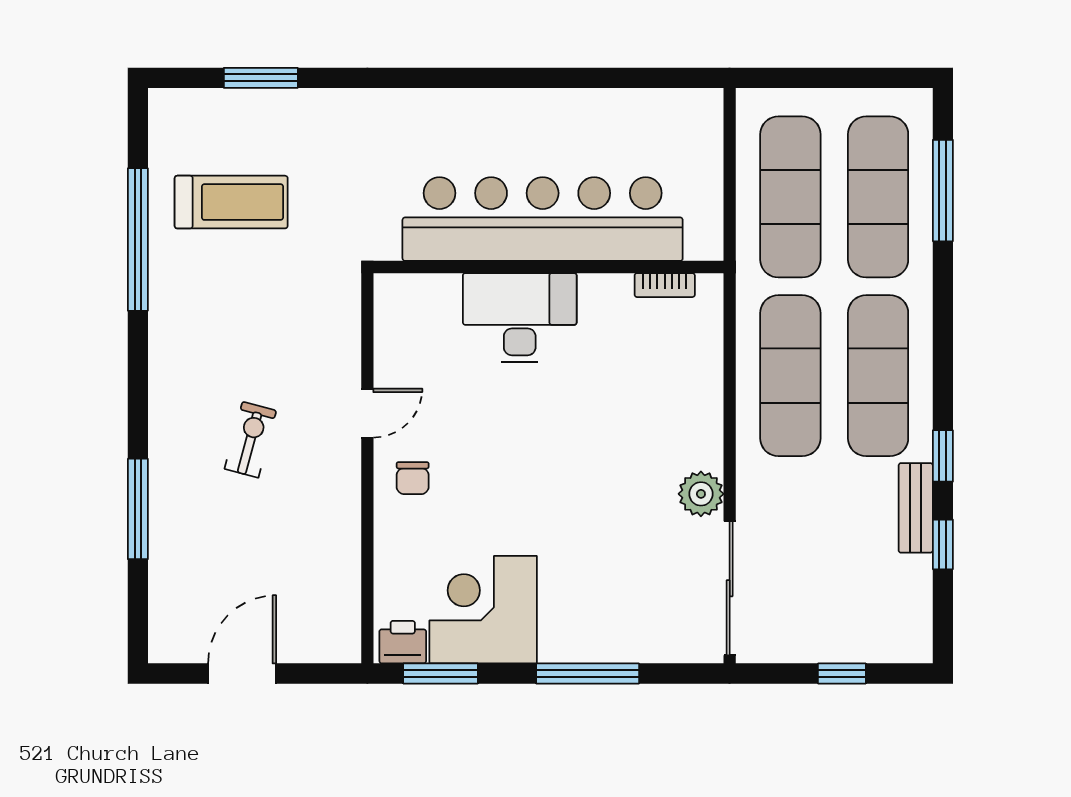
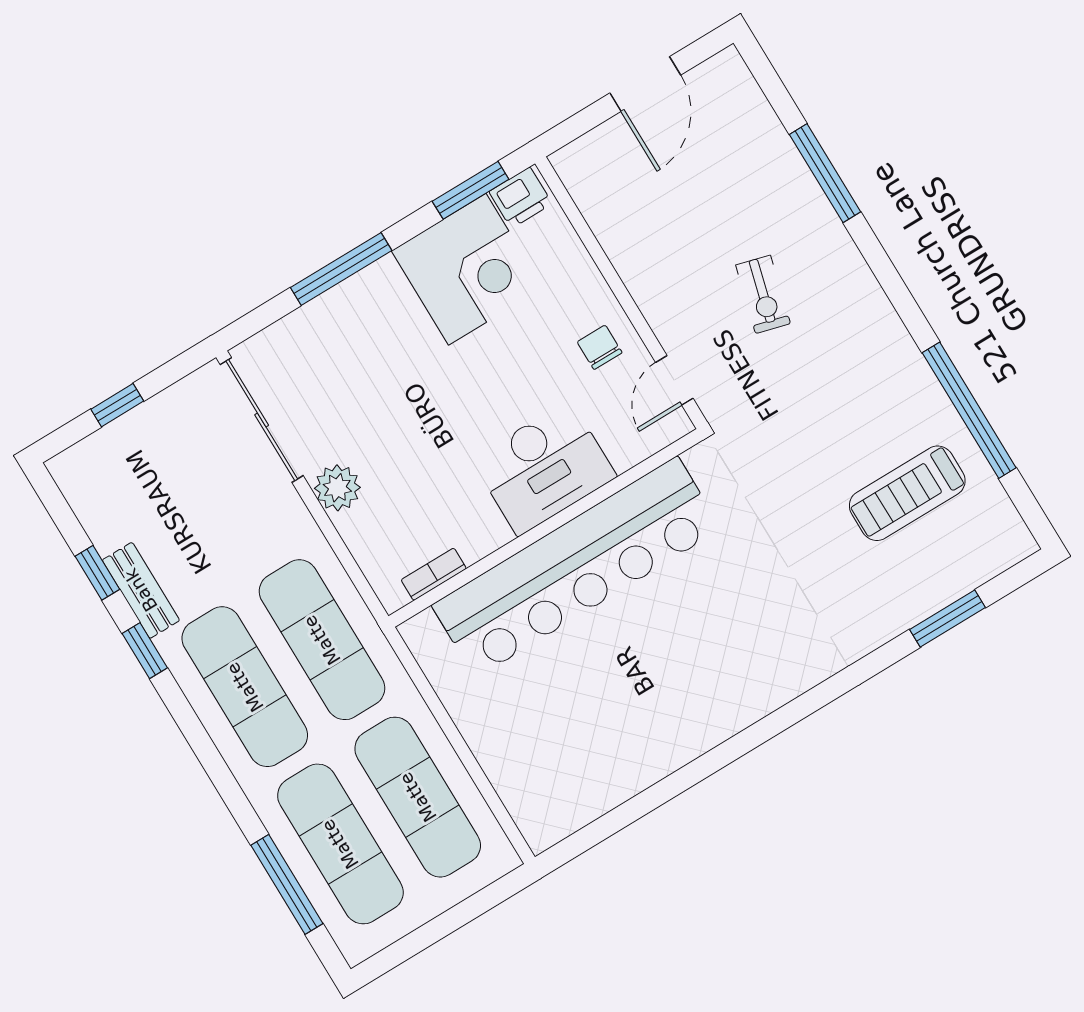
bar counter: (543, 219) -> (577, 567), moved
wall: (548, 267) -> (546, 528), moved
bookcase: (665, 285) -> (434, 574), moved
desk: (520, 318) -> (544, 468), moved

